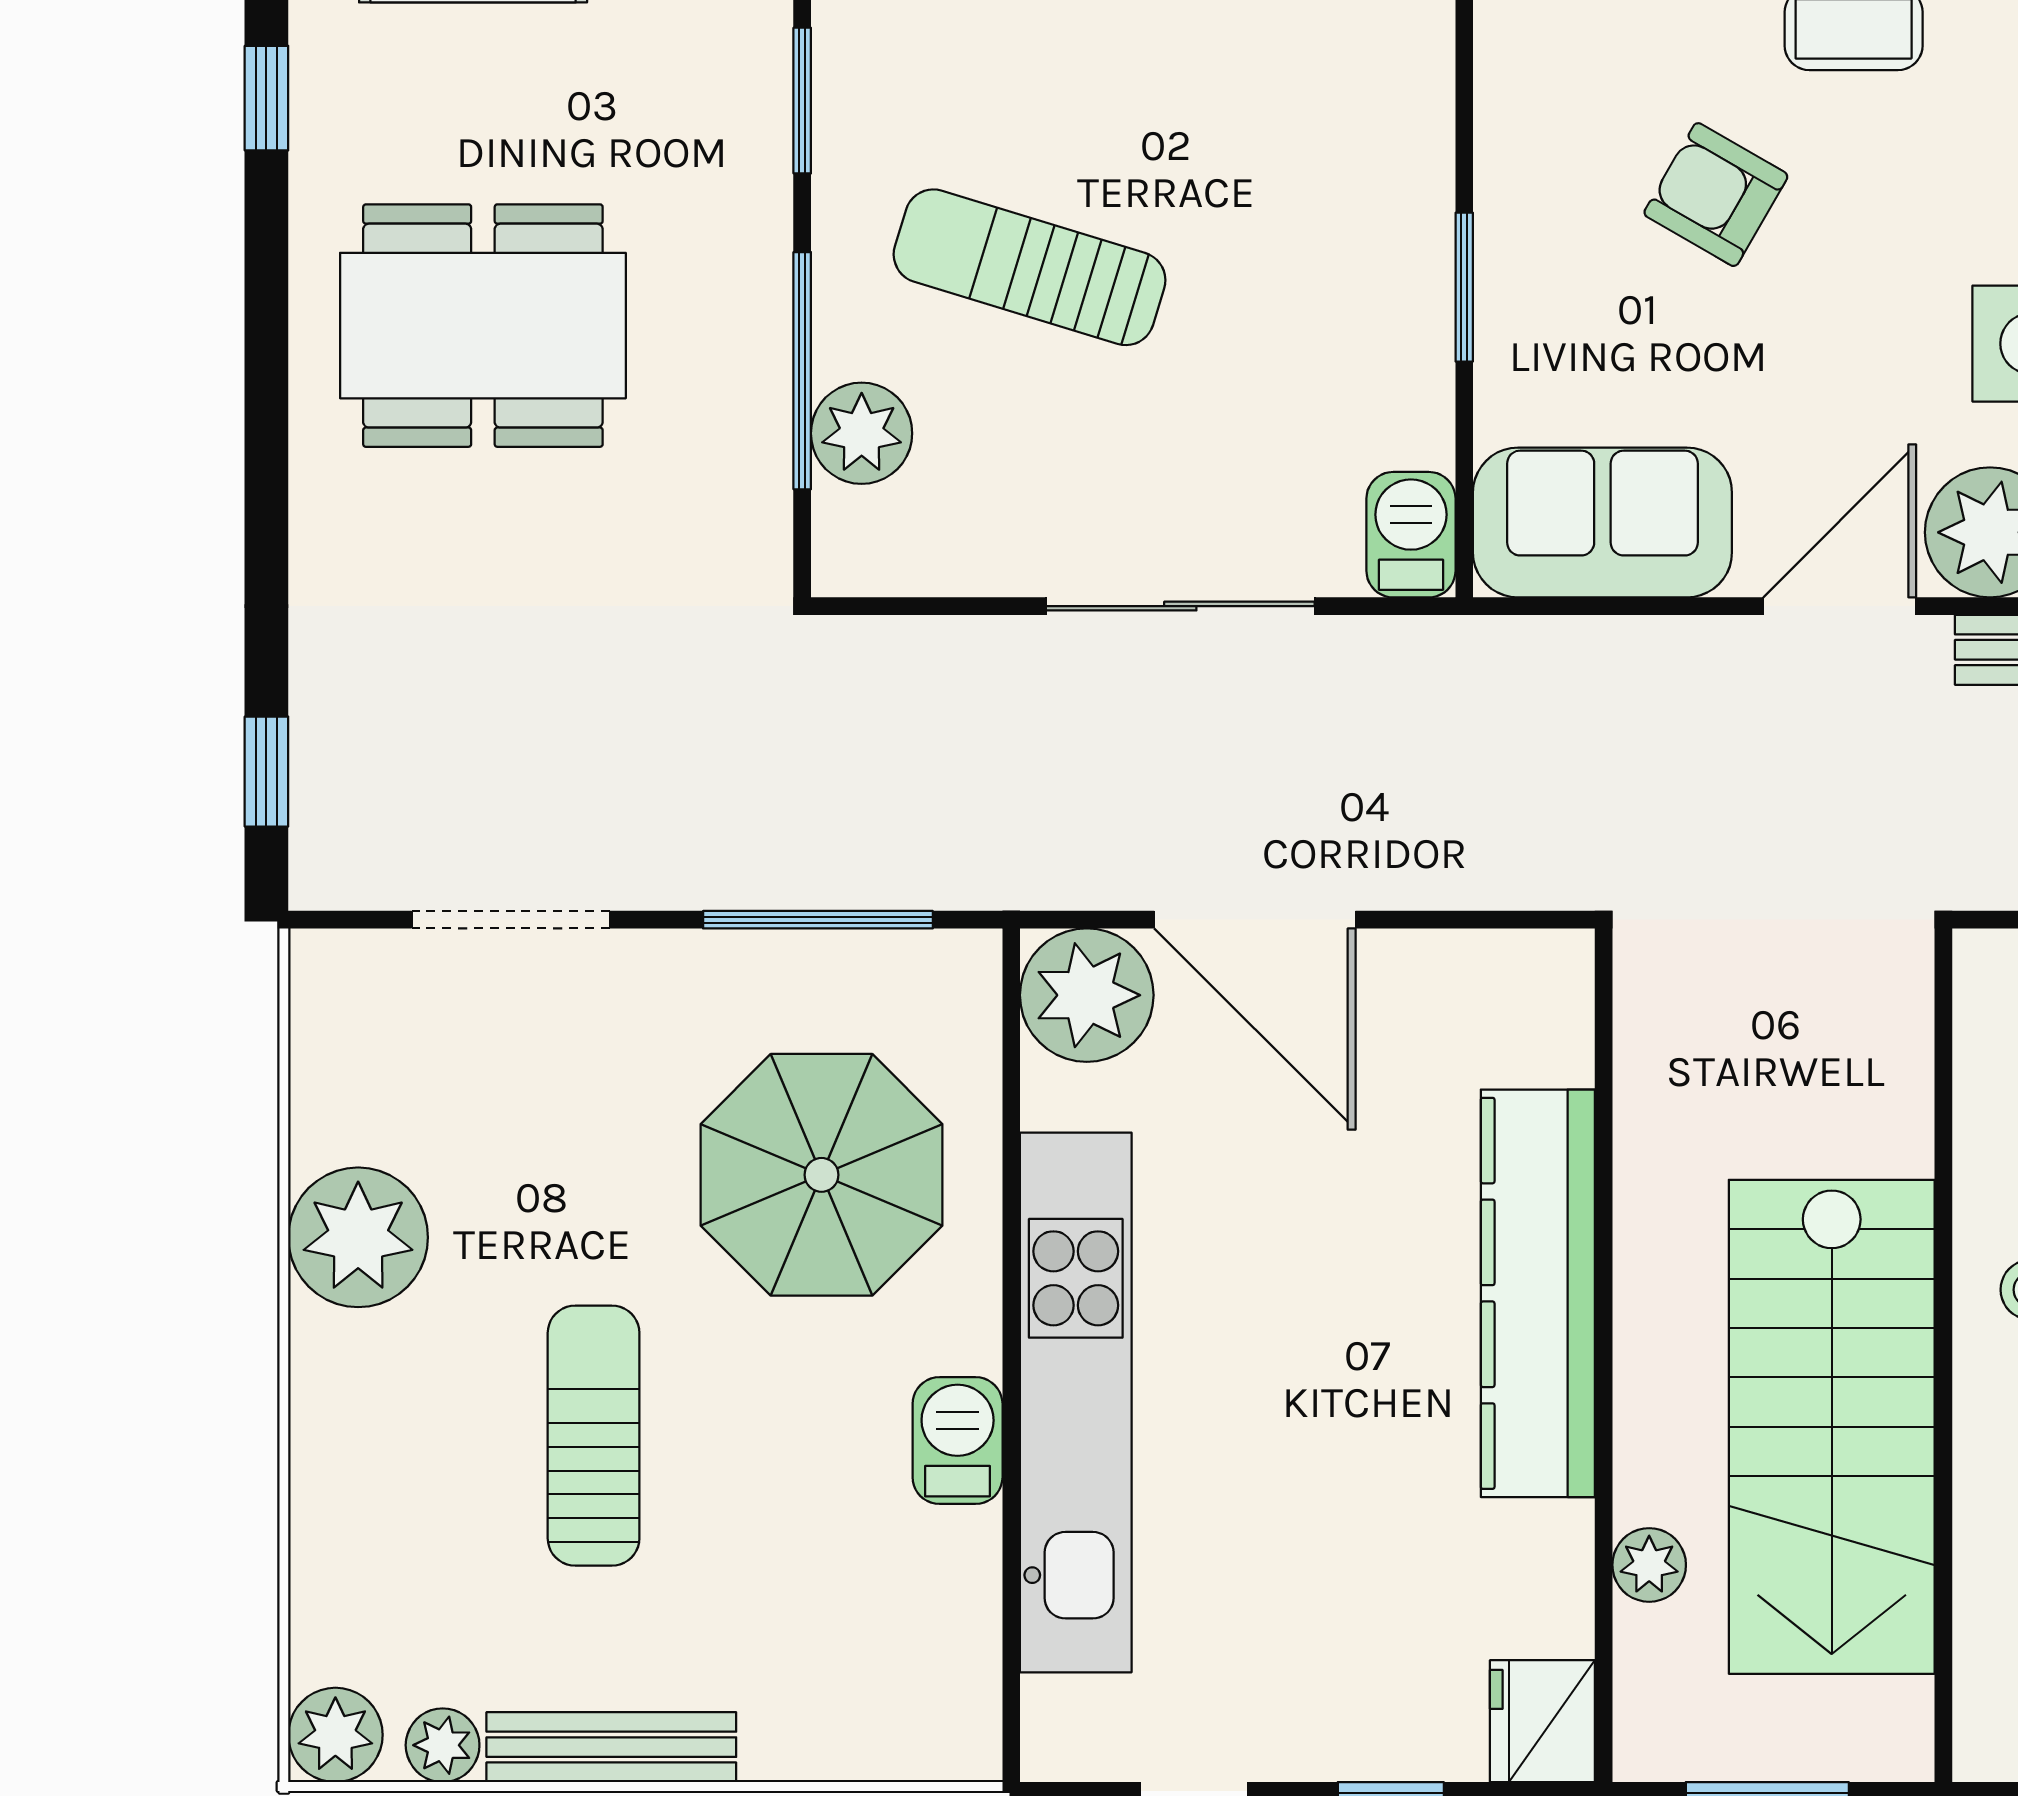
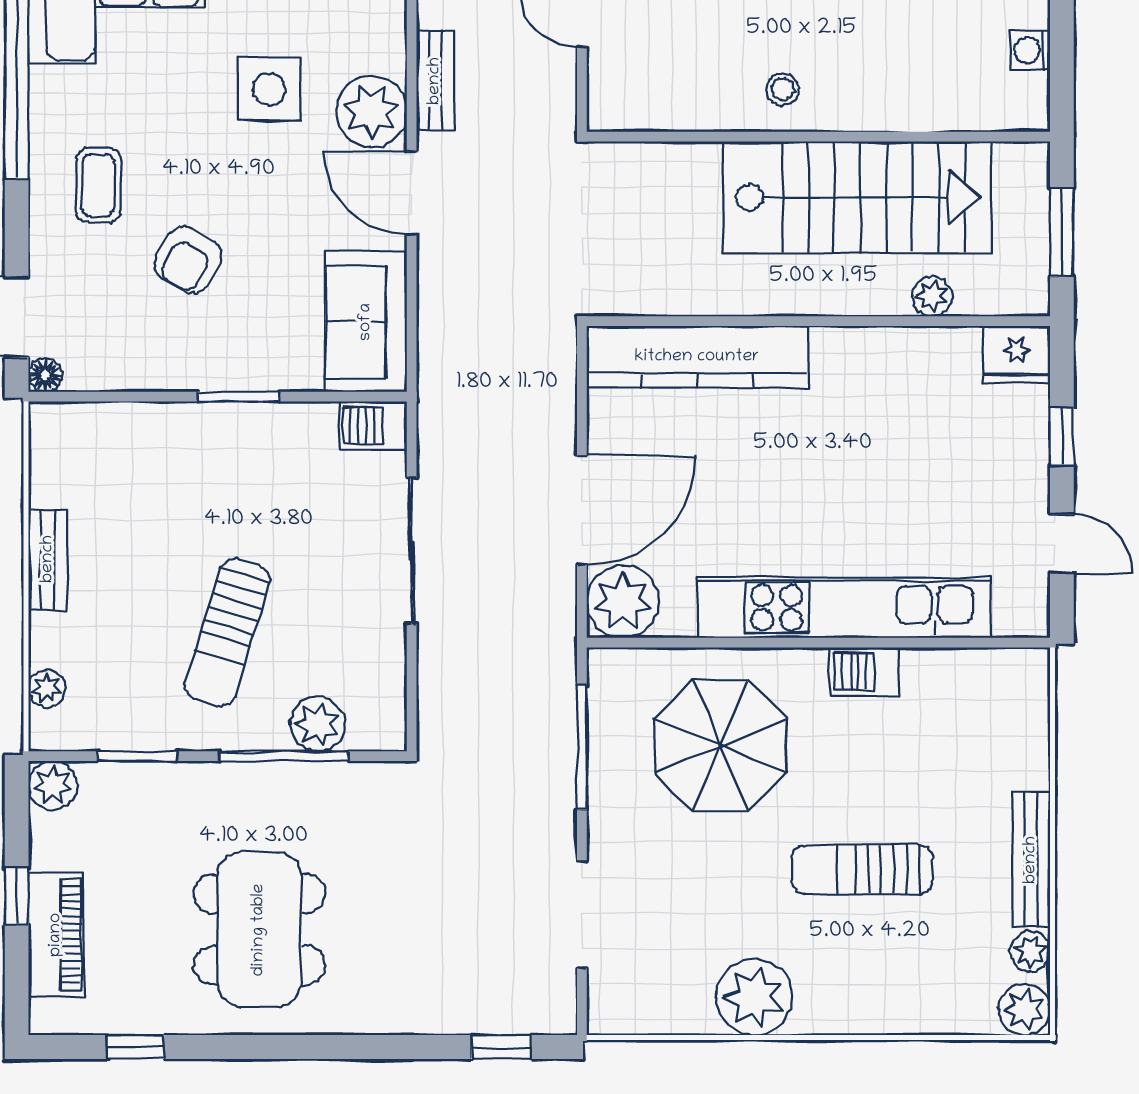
kitchen counter: (1538, 1293) -> (697, 357), moved

